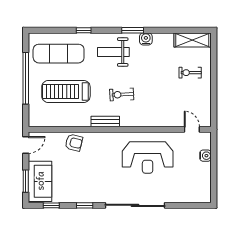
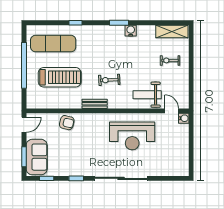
weight bench: (113, 52) -> (147, 95), moved
treadmill: (66, 92) -> (60, 77), turned 180
water cooler: (206, 156) -> (184, 118), moved

